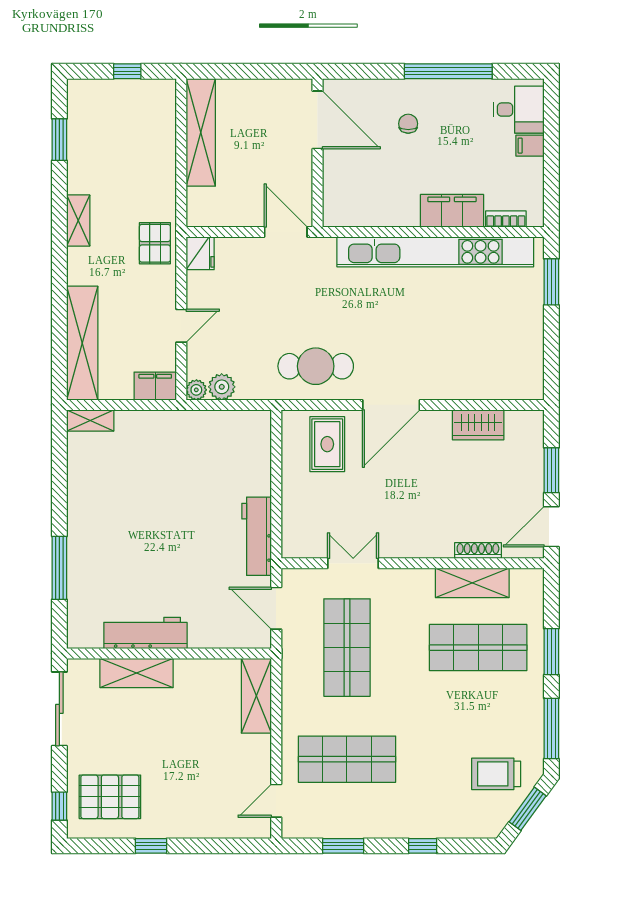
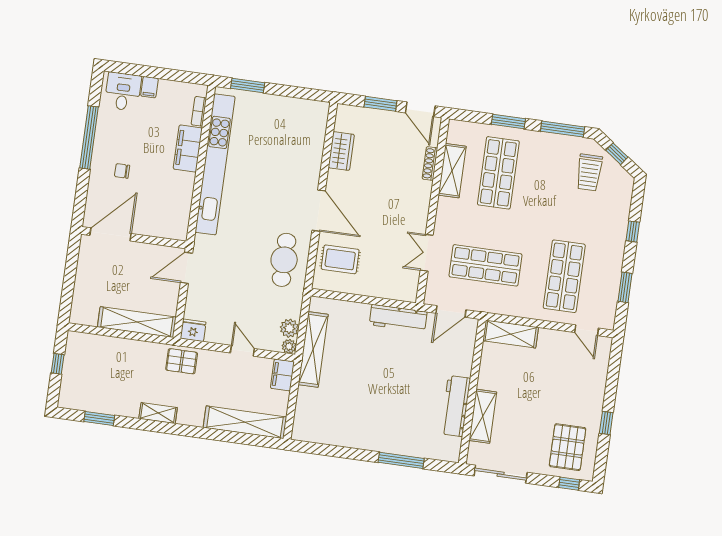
shelving: (201, 132) -> (137, 322), moved
shelving: (90, 420) -> (313, 349), moved, width x2.20, depth x1.33
window: (528, 809) -> (617, 154), width x0.67

